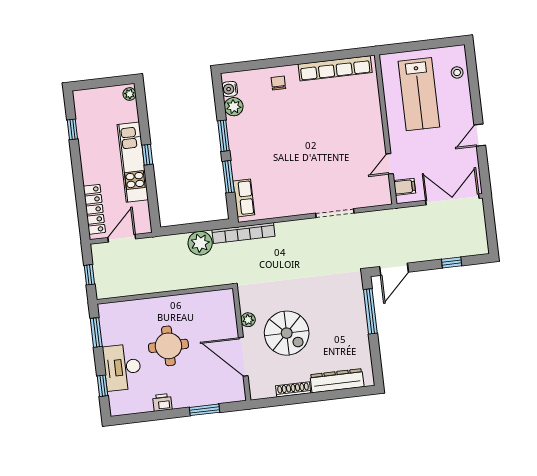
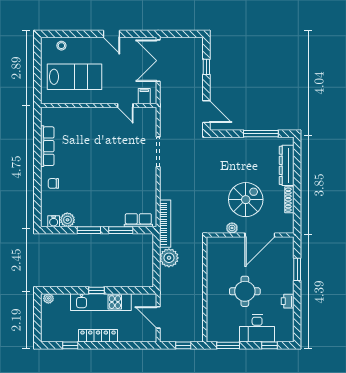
row of seats: (335, 68) -> (47, 146), width x0.73
locker: (94, 209) -> (98, 336), moved
window: (370, 311) -> (261, 134), moved

